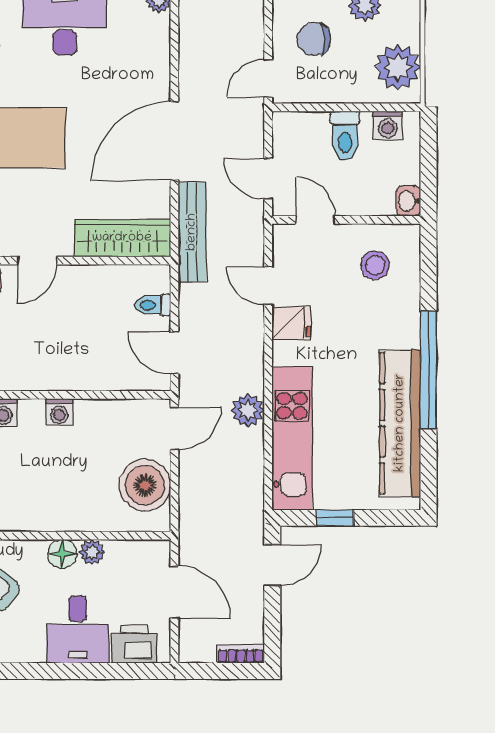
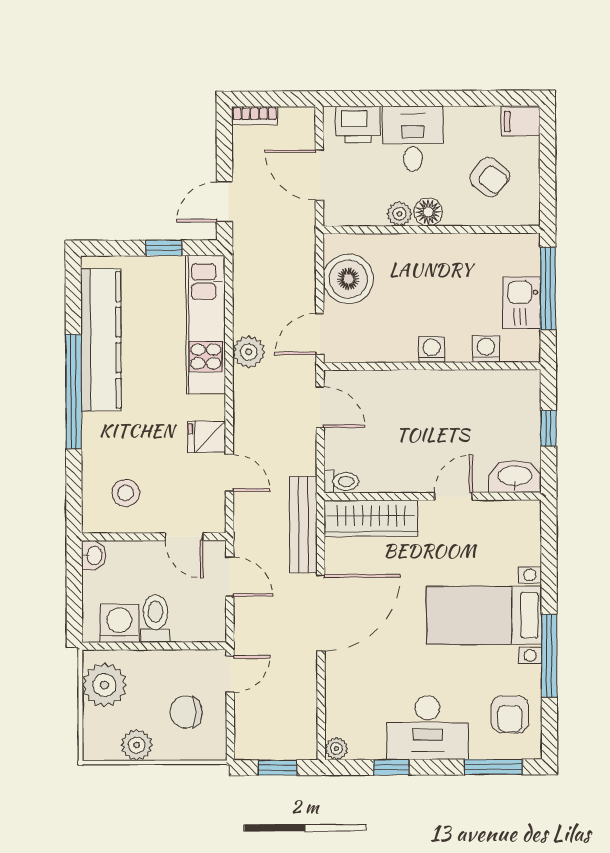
chair: (314, 39) -> (186, 712), turned 180
washing machine: (388, 125) -> (119, 623), width x1.38, depth x1.38
toilet: (153, 305) -> (341, 481), moved

